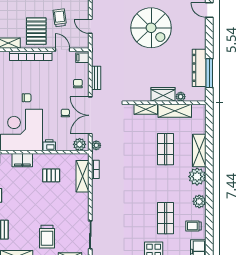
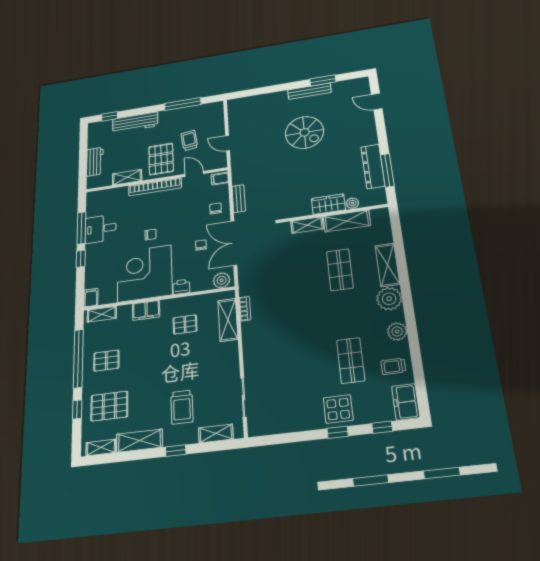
spiral stairs: (151, 28) -> (304, 132), width x0.73, depth x0.73
plant: (96, 145) -> (244, 278), removed

